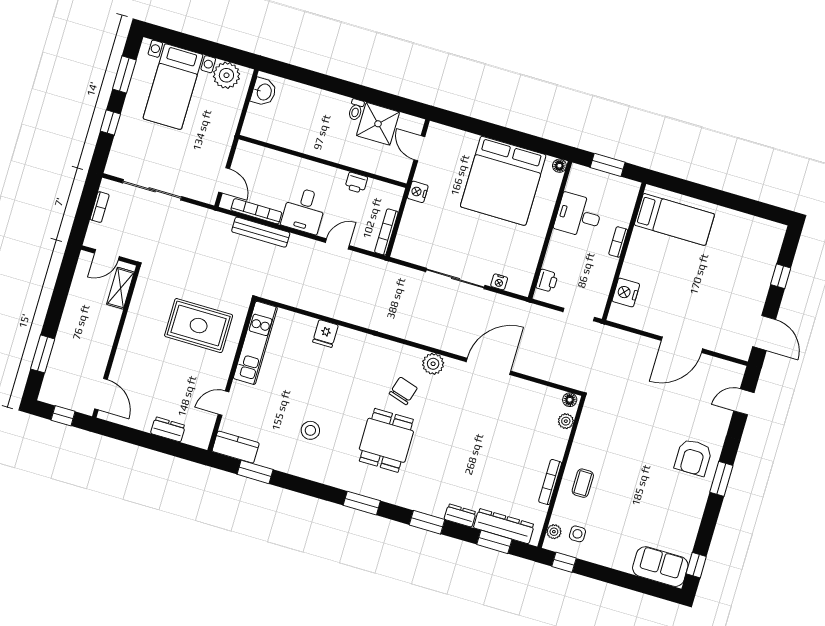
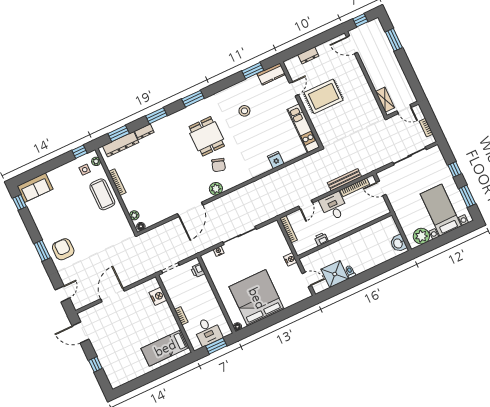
desk: (578, 216) -> (208, 331), moved, turned 90
door: (107, 255) -> (404, 109), swing flipped
rug: (199, 326) -> (324, 96), moved
coffee table: (583, 483) -> (102, 194), width x1.86, depth x1.72

